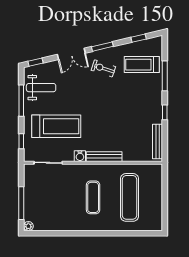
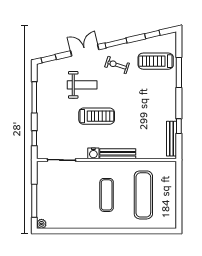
double door: (71, 54) -> (85, 50), swing flipped
weight bench: (41, 88) -> (82, 85), moved
window: (165, 112) -> (179, 126), moved
treadmill: (56, 126) -> (97, 116), moved, width x0.73, depth x0.73

